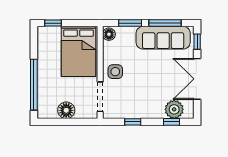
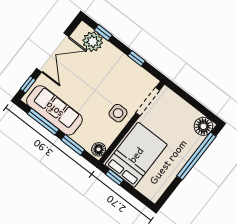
window: (53, 23) -> (115, 177), moved
floor lamp: (66, 110) -> (203, 126), moved

